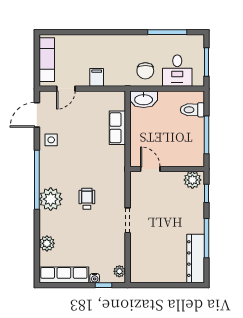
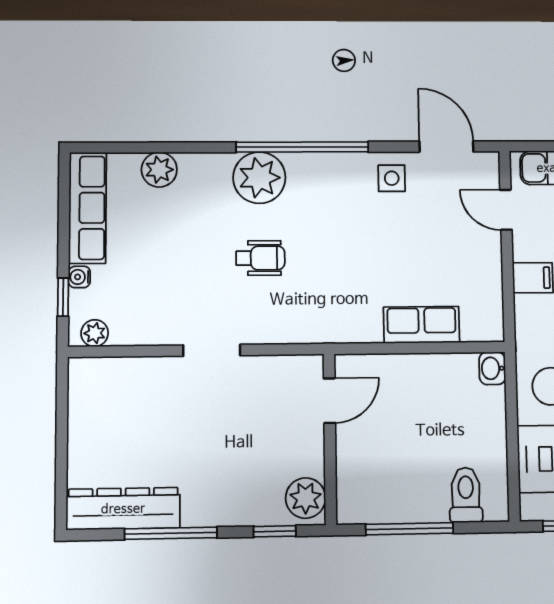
washbasin: (144, 99) -> (492, 368), width x0.52, depth x0.69

